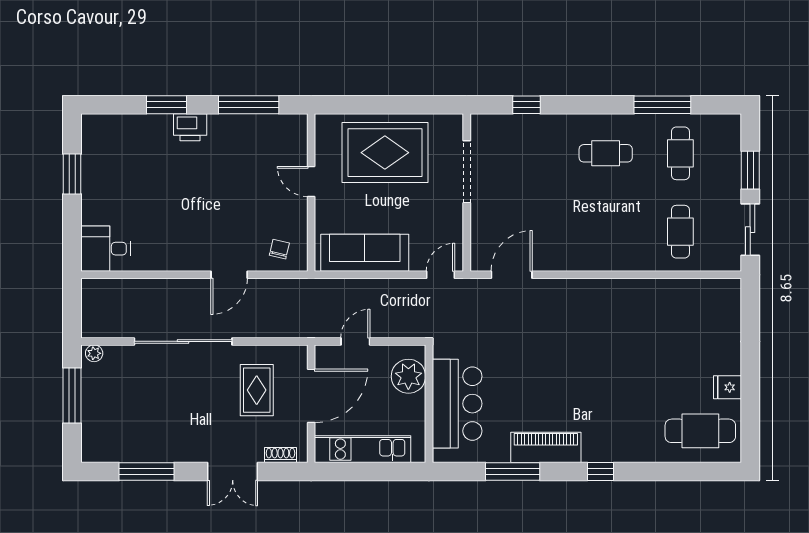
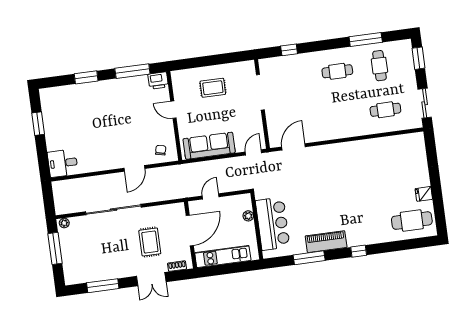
printer: (190, 127) -> (158, 81), moved
rug: (385, 153) -> (213, 88), width x0.54, depth x0.49
window: (750, 170) -> (419, 58), moved
cafe table: (680, 232) -> (385, 110), turned 90
plant: (408, 376) -> (248, 216), width x0.53, depth x0.53
rug: (257, 390) -> (150, 242), moved

